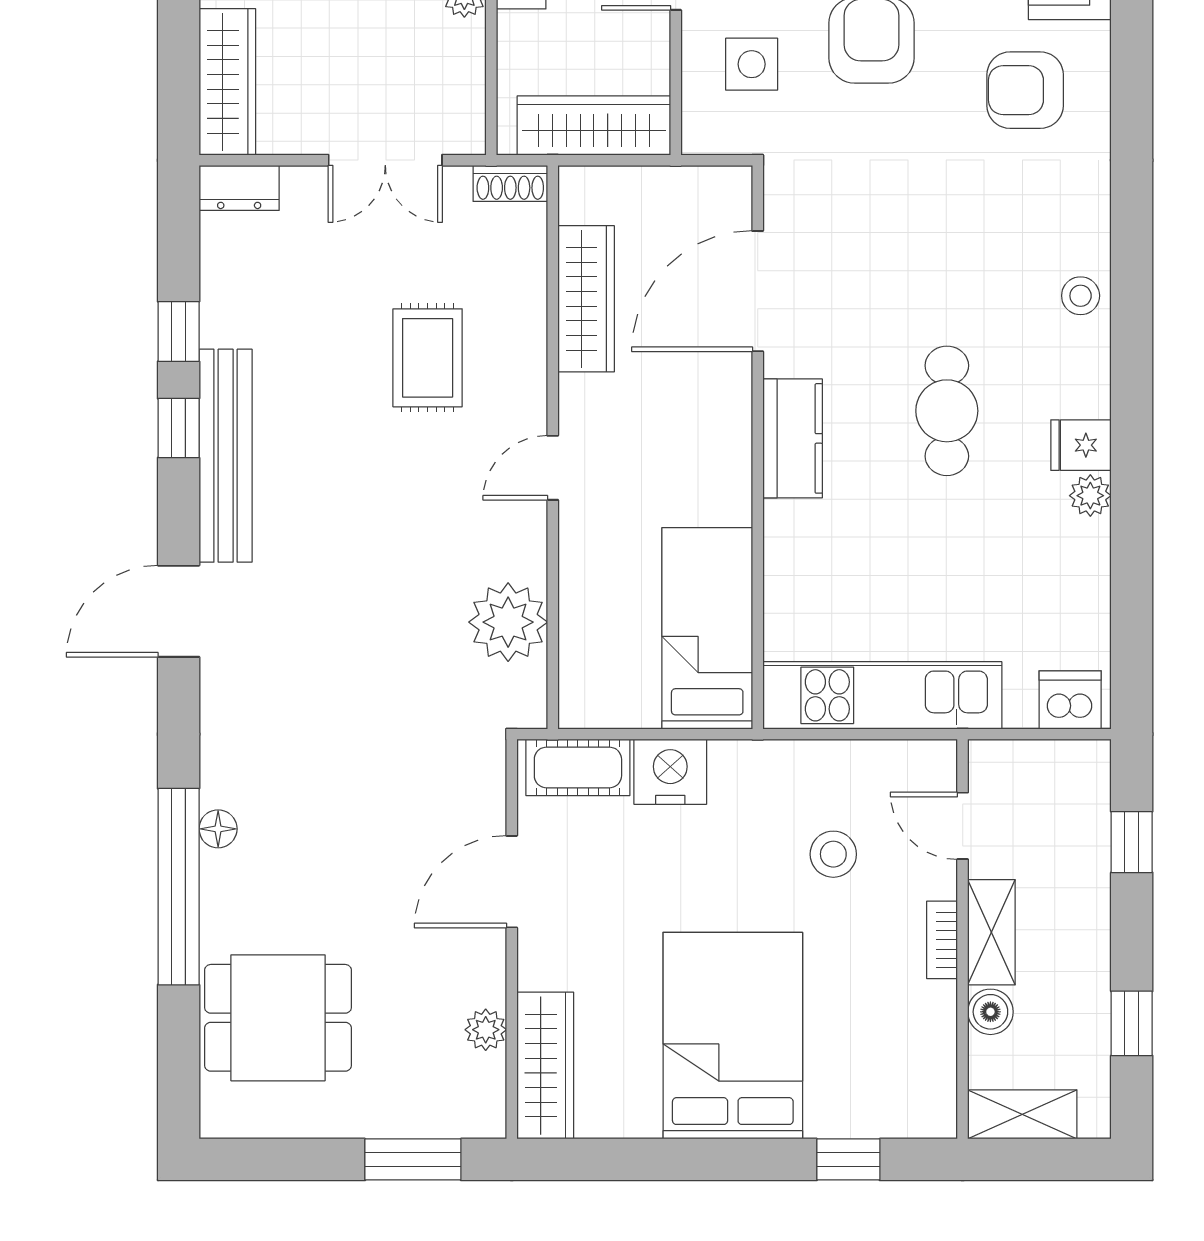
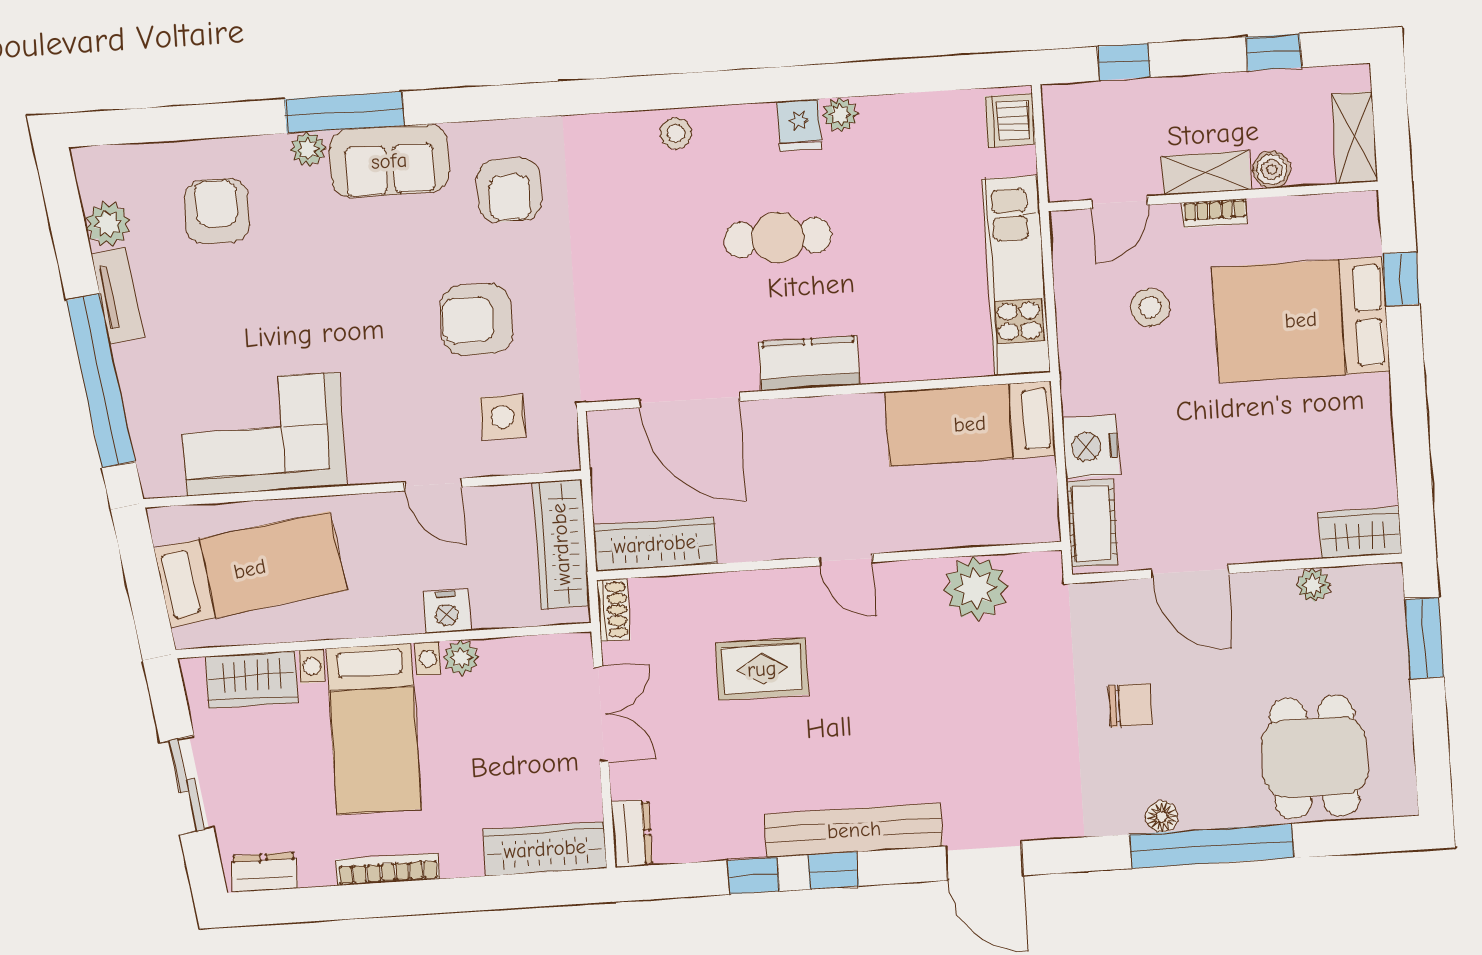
wardrobe: (586, 299) -> (655, 544), moved
chair: (355, 800) -> (1131, 705), added
bed: (733, 1036) -> (1301, 320), moved
wardrobe: (545, 1066) -> (1360, 533), width x0.67

